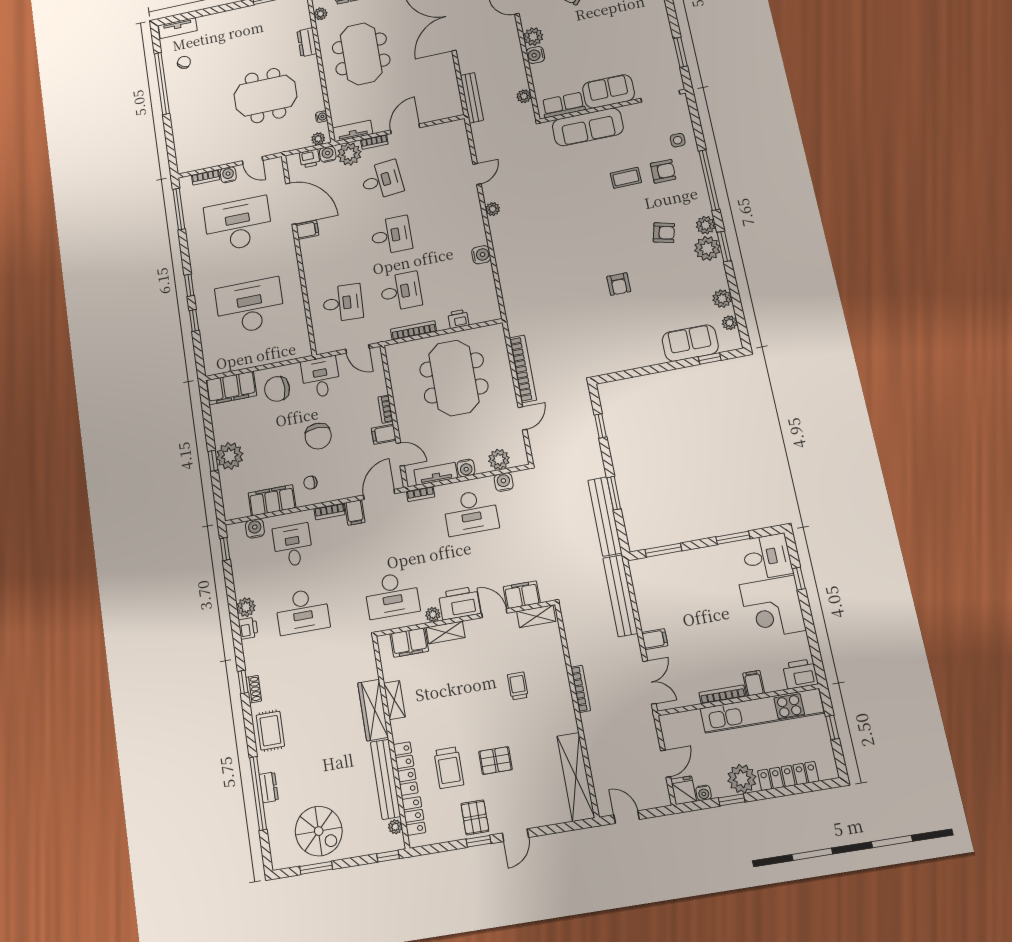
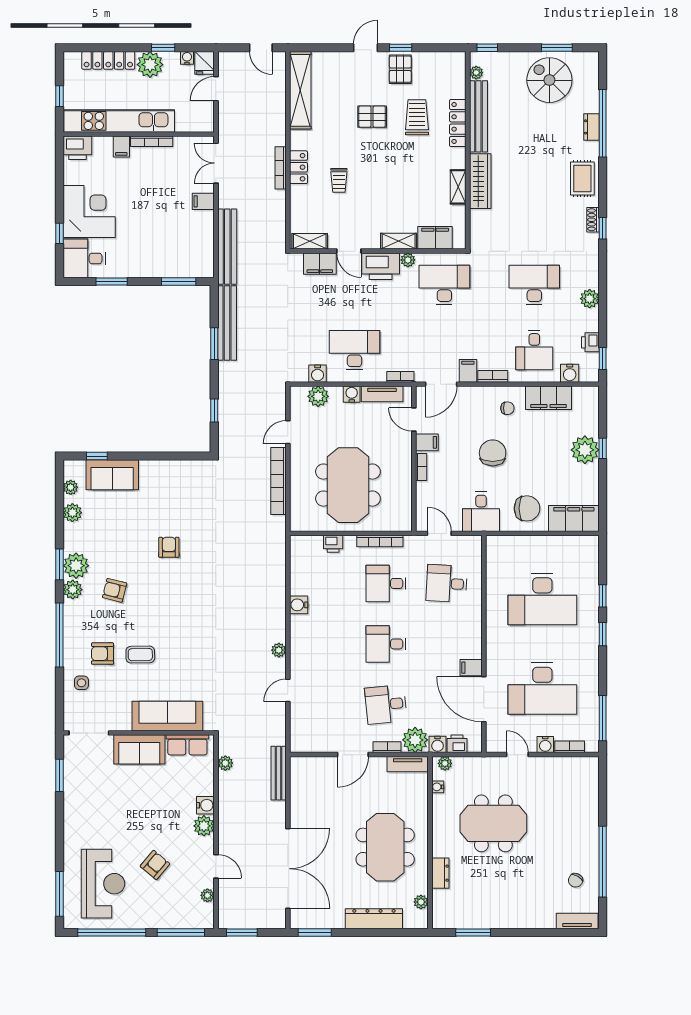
printer: (248, 628) -> (590, 342), moved
locker: (414, 816) -> (299, 167), moved, turned 180

